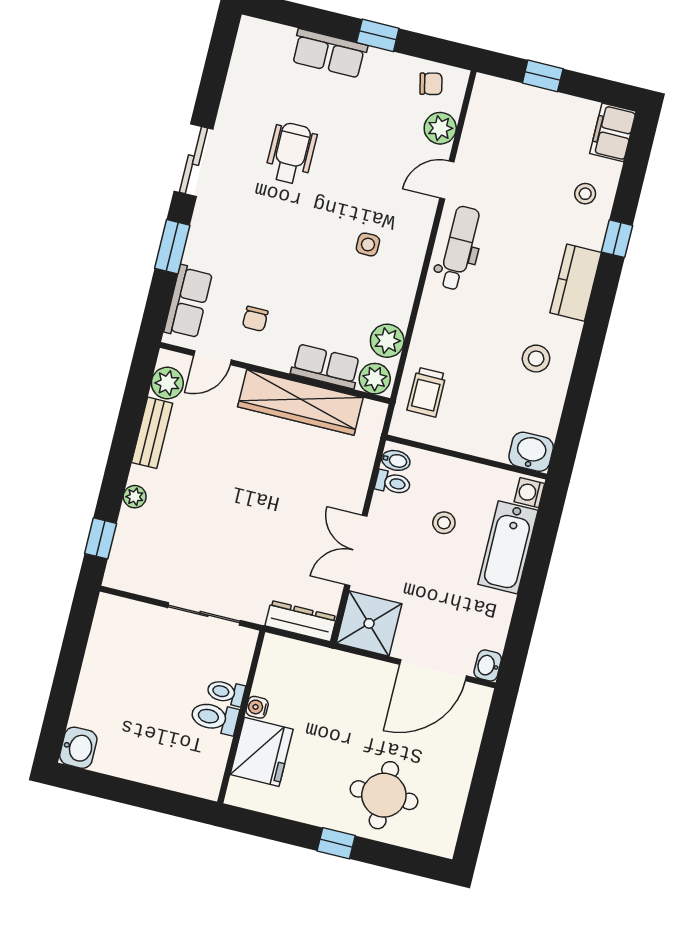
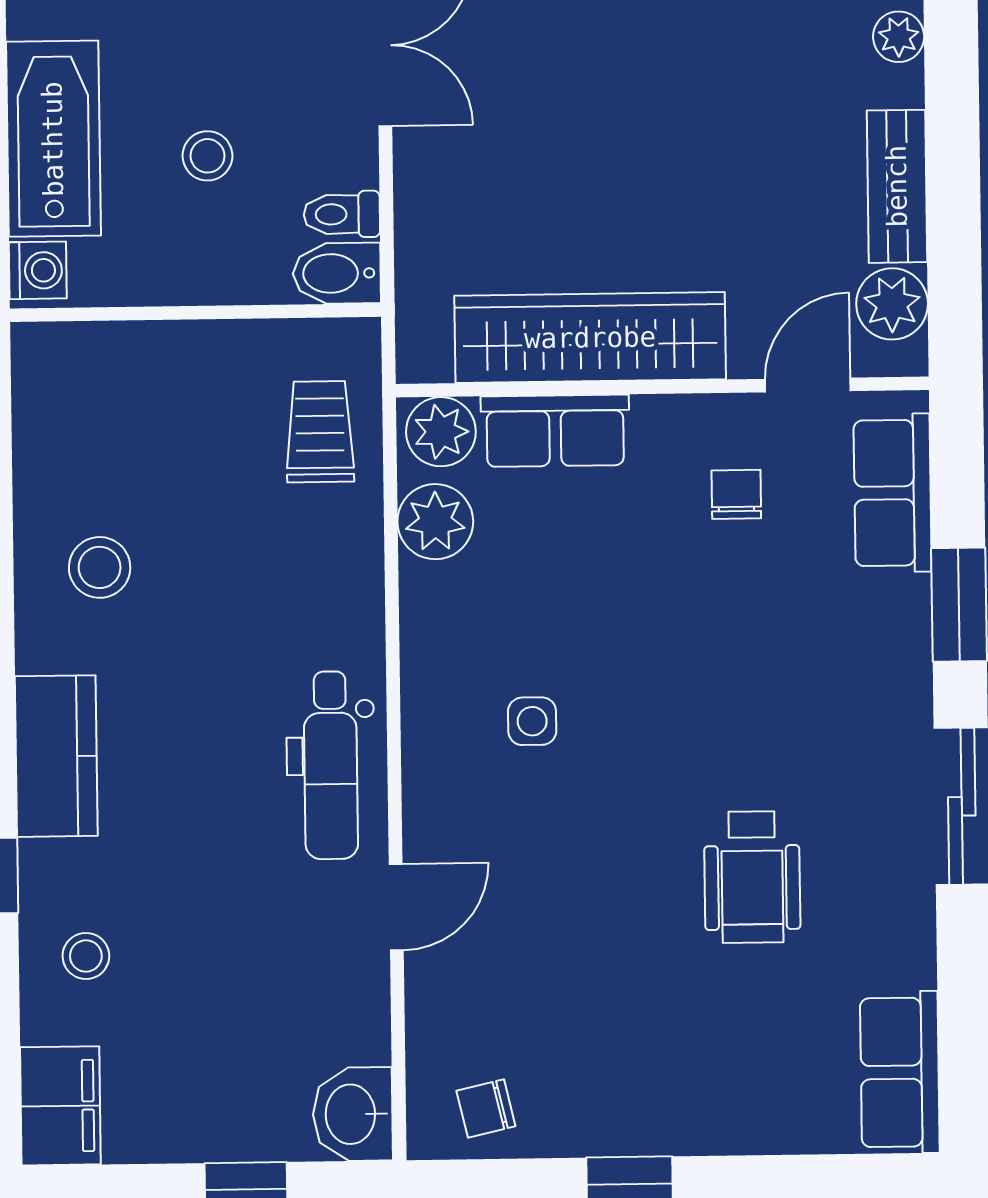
row of seats: (329, 53) -> (900, 1072), moved, turned -90
plant: (440, 128) -> (440, 1017), removed
washbasin: (531, 452) -> (353, 1114), moved, turned 90
bidet: (396, 460) -> (337, 273), width x1.38, depth x1.36

